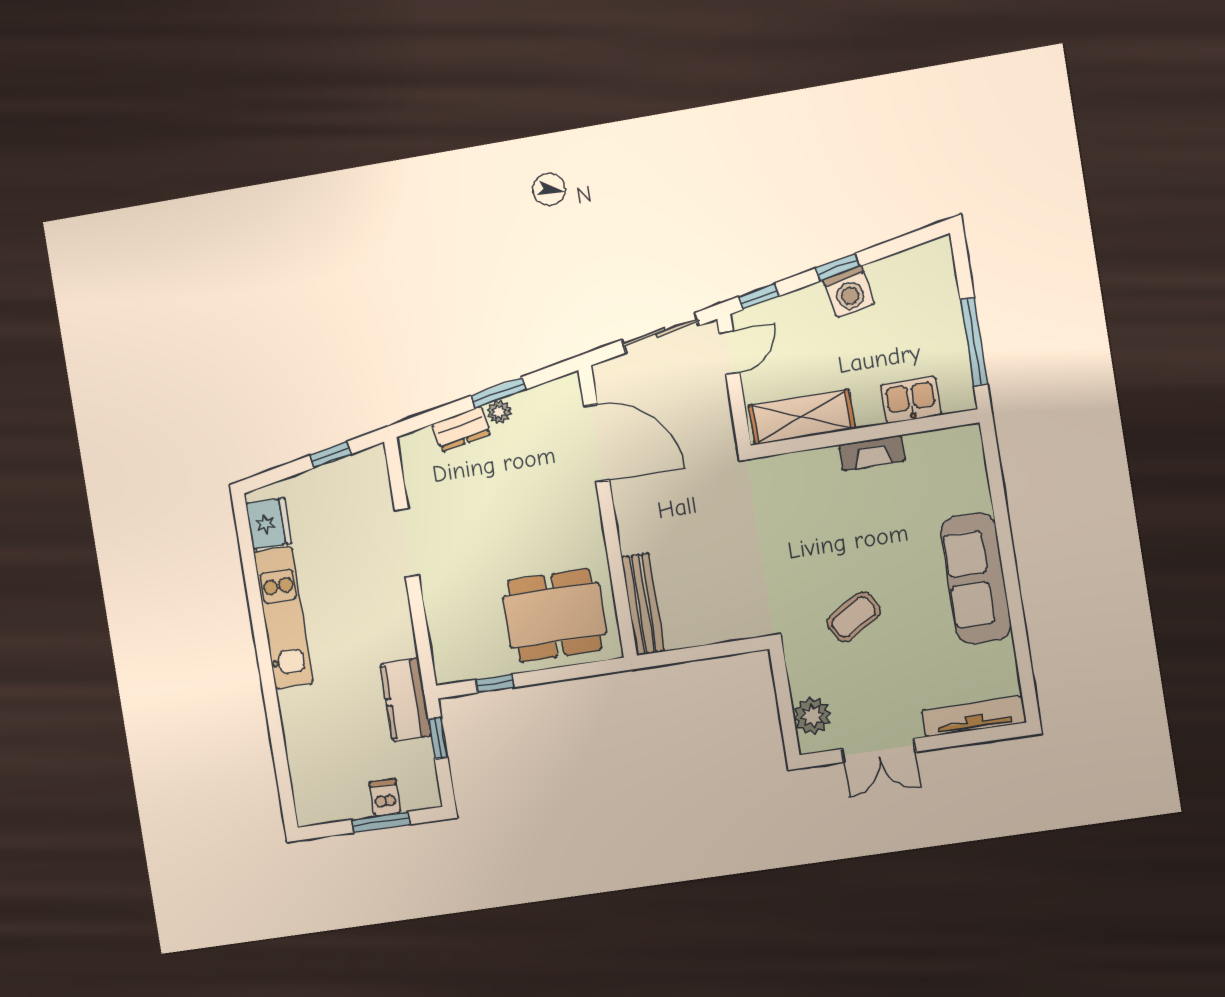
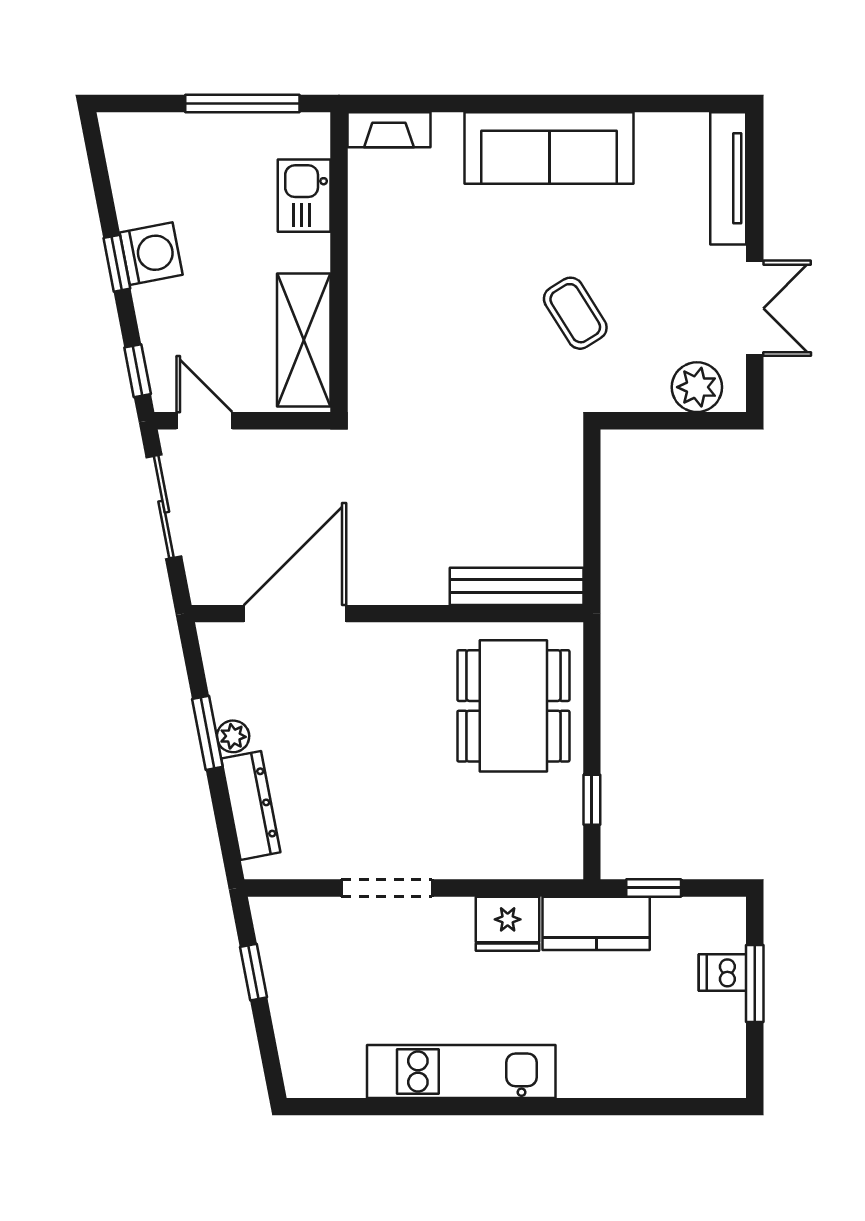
dresser: (462, 429) -> (251, 805), width x1.44
fireplace: (872, 453) -> (389, 130), moved, turned 90
fridge: (269, 524) -> (508, 924), moved, turned 180

